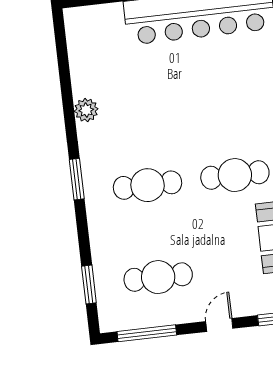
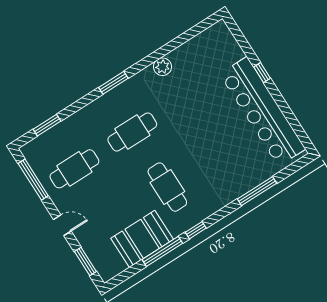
cafe table: (148, 185) -> (132, 132), turned 90
cafe table: (158, 277) -> (74, 169), turned 90

